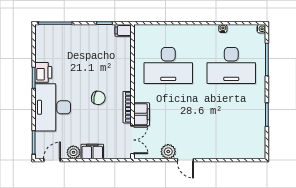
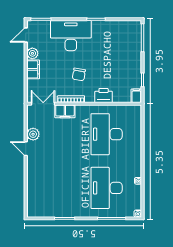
printer: (43, 72) -> (104, 95), moved, turned 180
double door: (133, 140) -> (43, 104), swing flipped
door: (52, 160) -> (26, 35), swing flipped
door: (185, 160) -> (26, 149), hinge flipped

